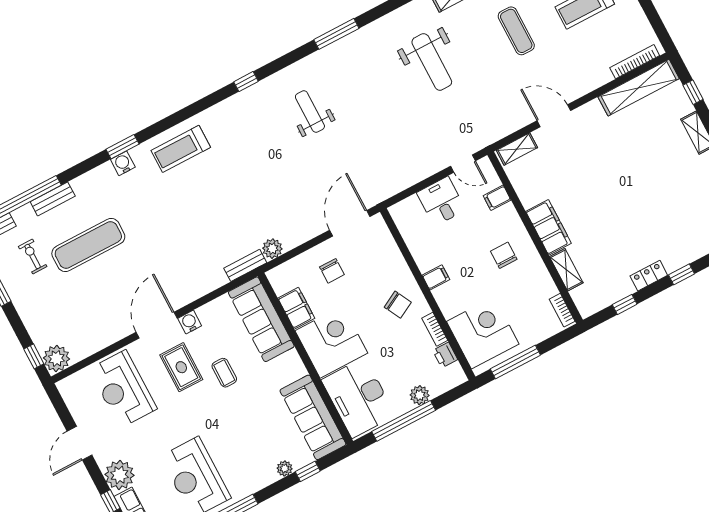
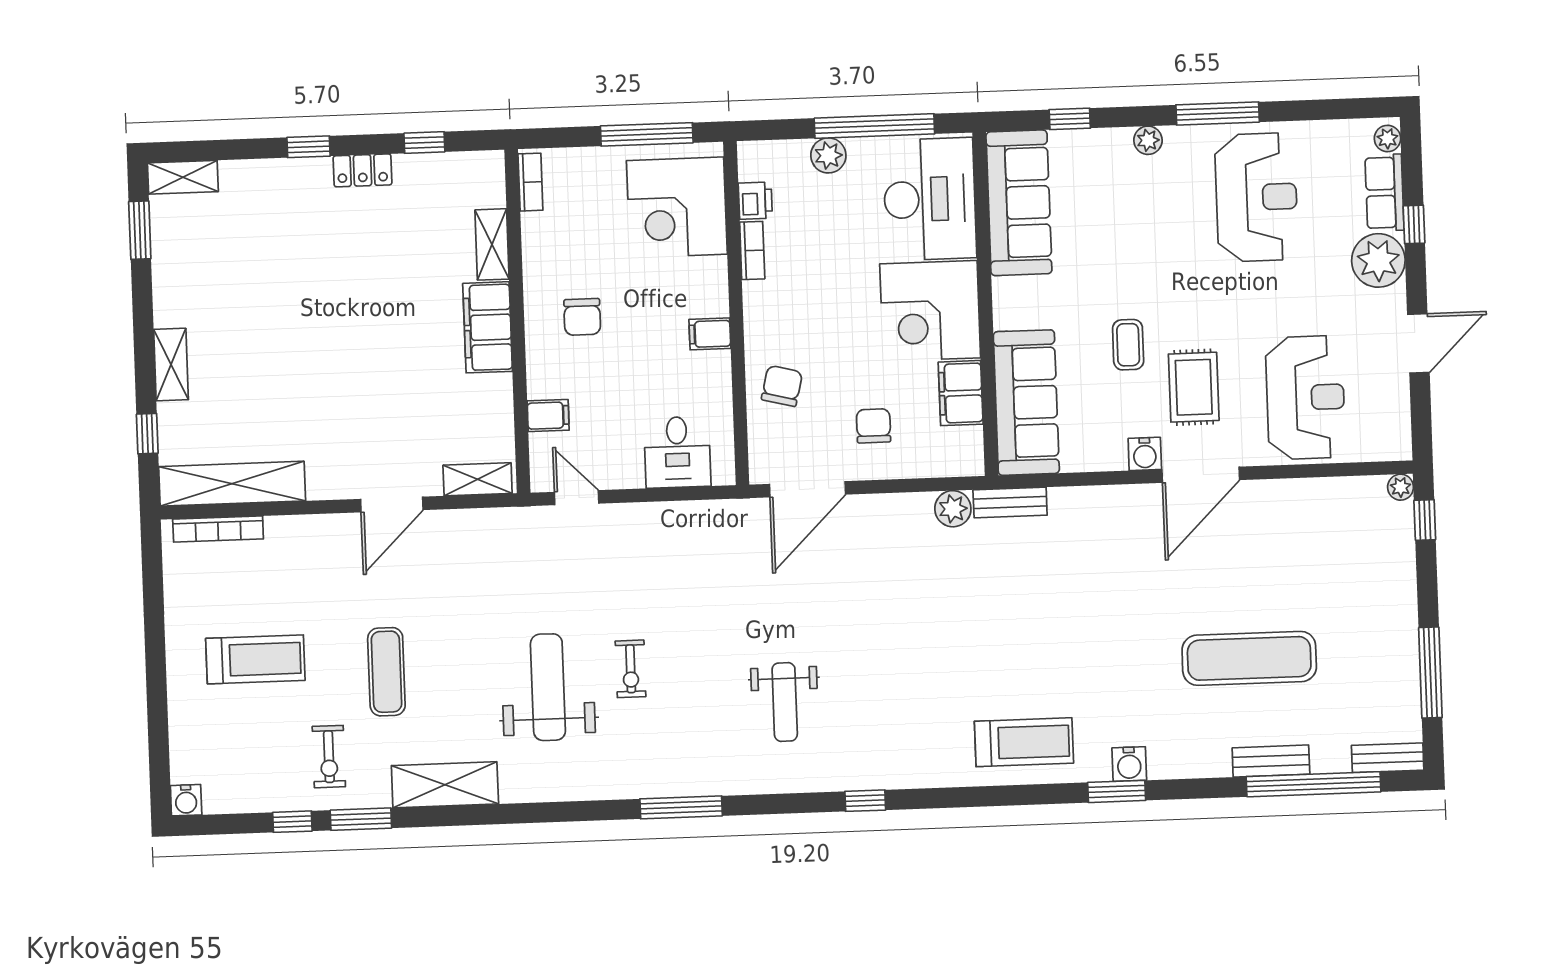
door: (554, 116) -> (392, 504), hinge flipped
desk: (441, 201) -> (677, 452), moved
exercise bike: (33, 256) -> (631, 669), moved
chair: (398, 305) -> (782, 386), moved, turned 42
plant: (56, 358) -> (1401, 487), width x0.53, depth x0.53
plant: (285, 468) -> (1148, 140), moved

